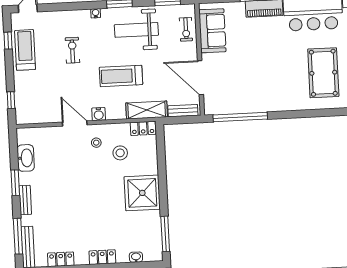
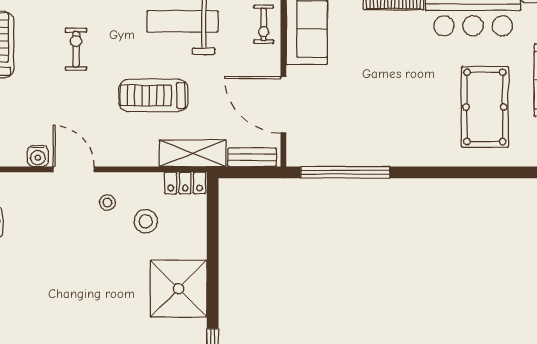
water cooler: (99, 114) -> (38, 156), moved

